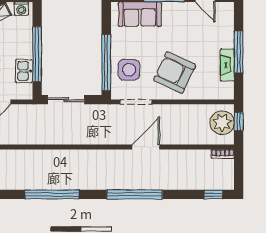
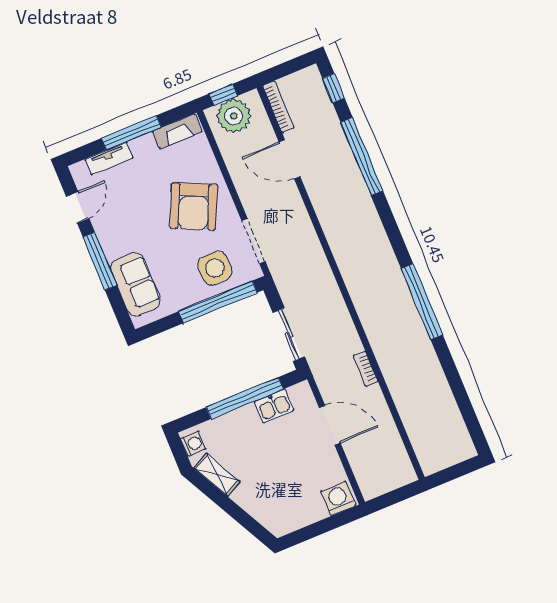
tv unit: (228, 31) -> (109, 158), added
fireplace: (227, 65) -> (177, 131), moved
bookcase: (24, 140) -> (366, 369), added
door: (146, 147) -> (289, 159), moved
bookcase: (223, 154) -> (278, 107), width x1.56
window: (135, 194) -> (362, 156), moved

